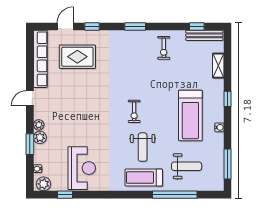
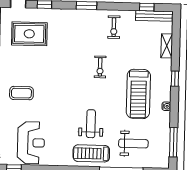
exercise bike: (134, 111) -> (100, 67), moved
coffee table: (71, 118) -> (21, 93), added
weight bench: (143, 147) -> (91, 124), turned 180

